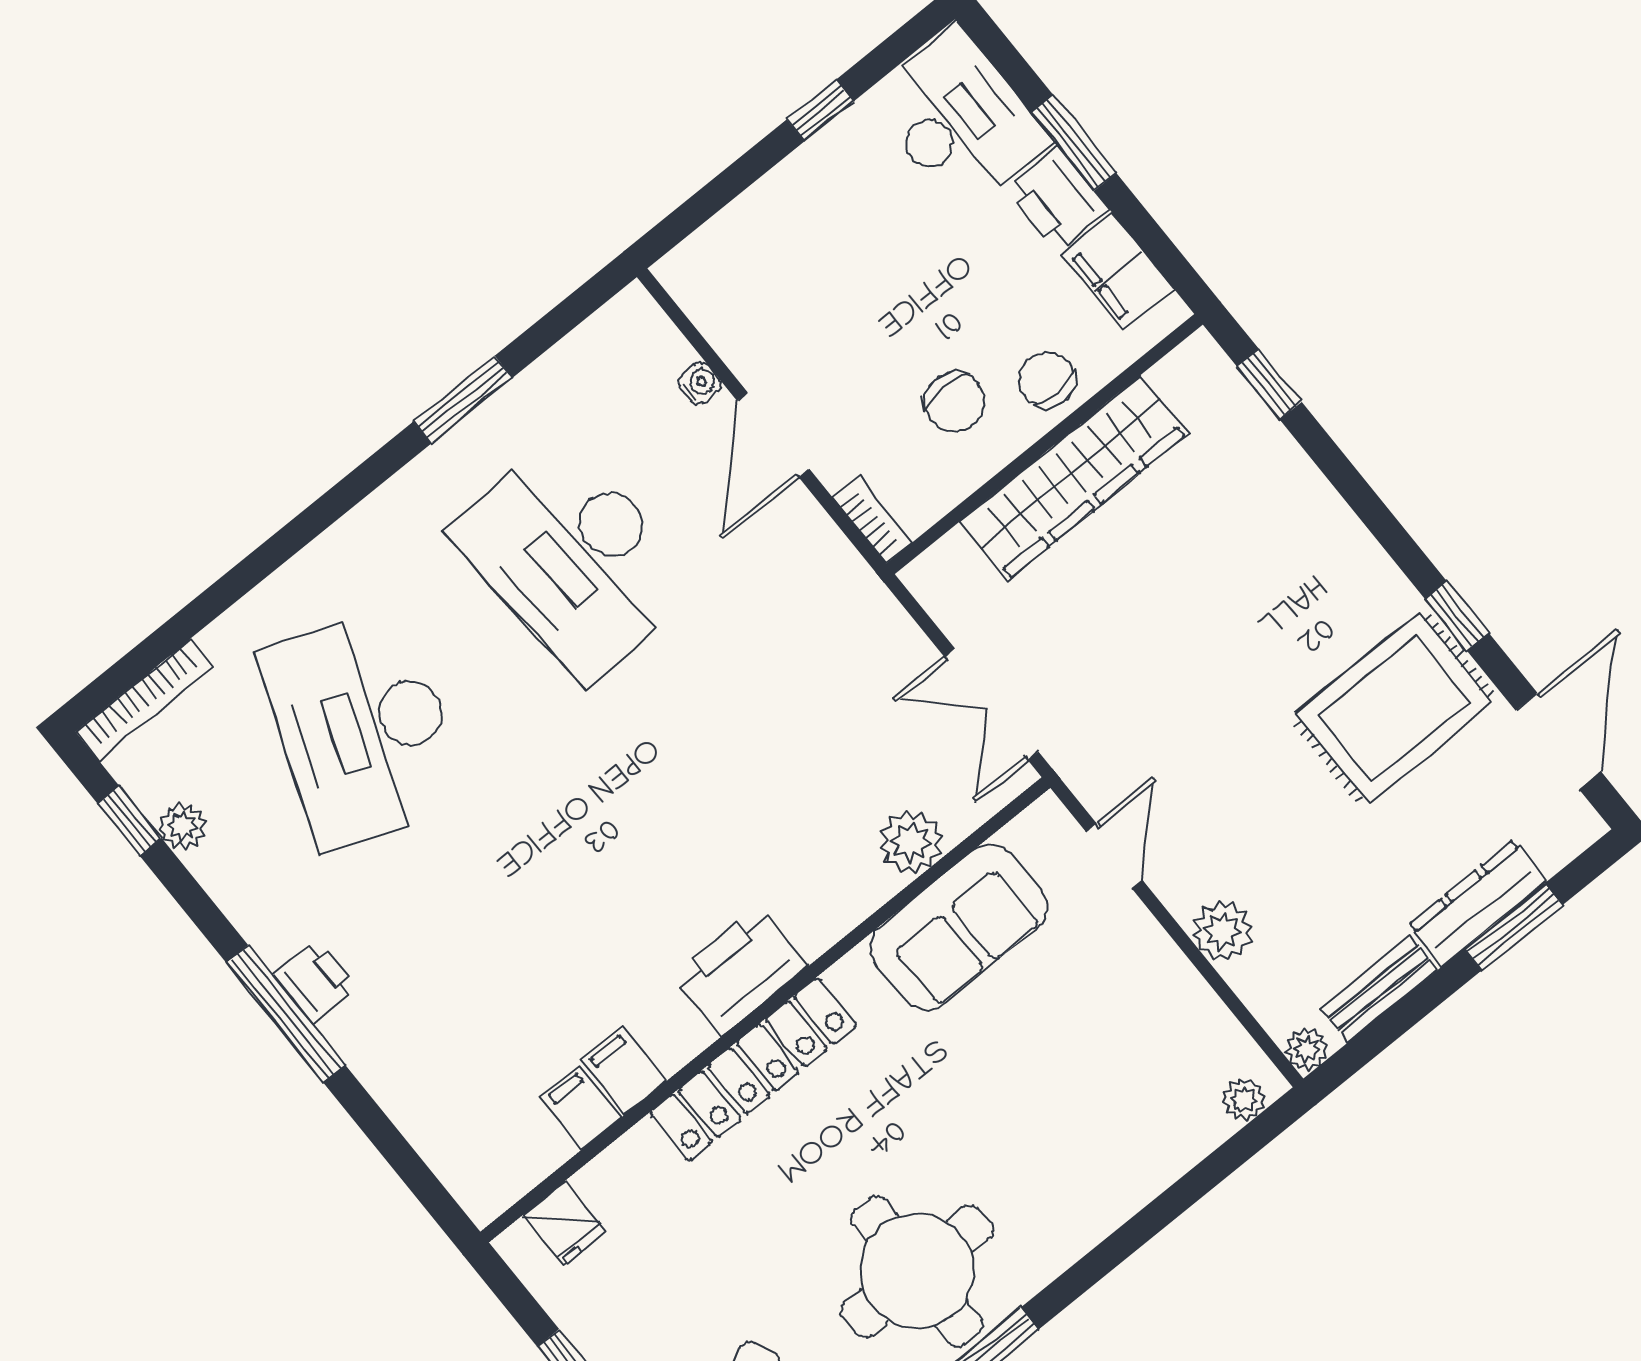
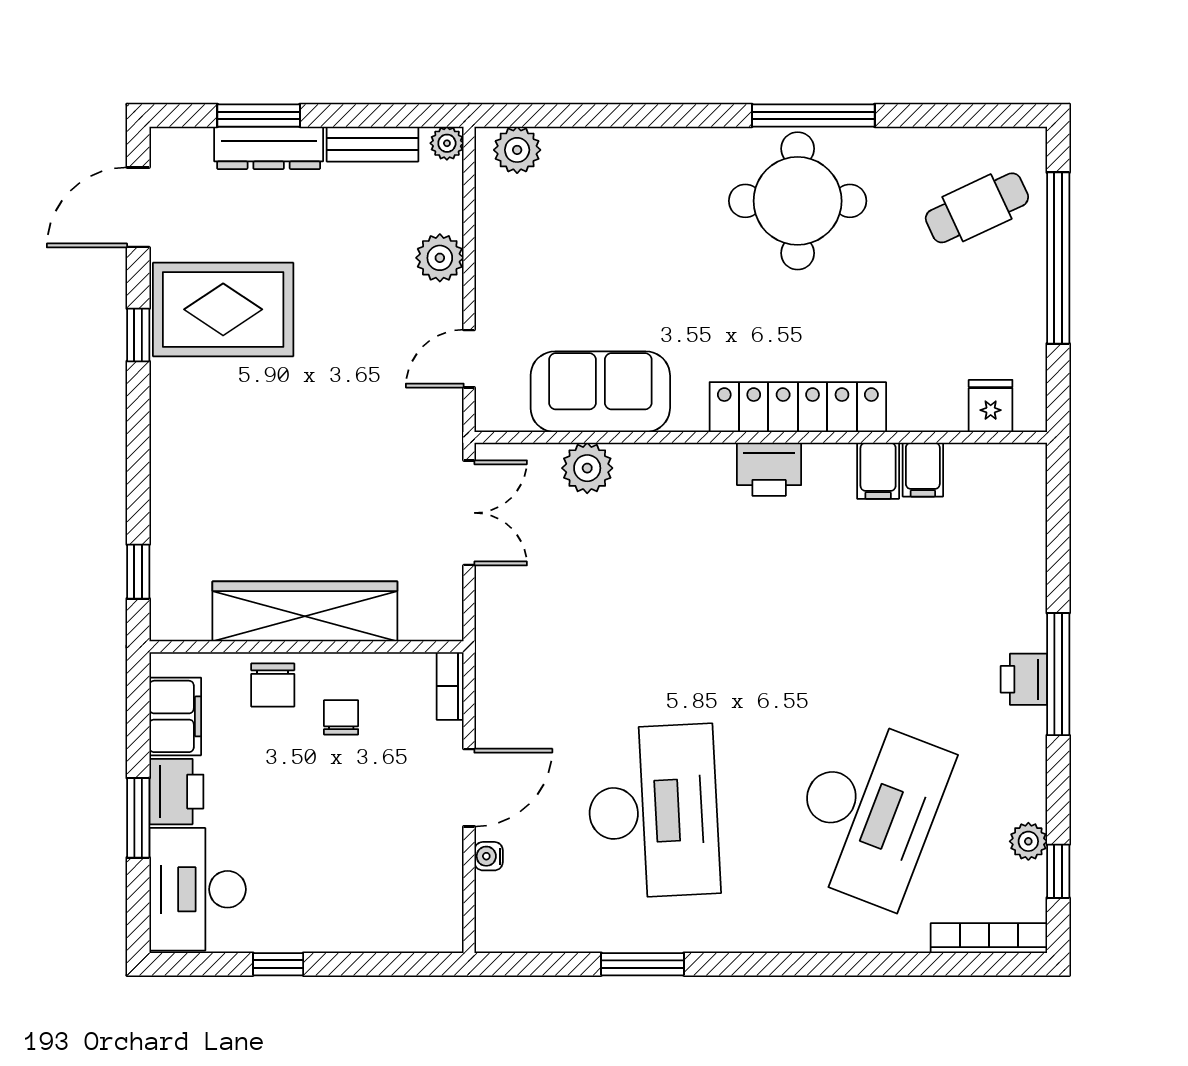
chair: (954, 402) -> (341, 717), width x0.73, depth x0.73
printer: (740, 971) -> (769, 469), width x0.73, depth x0.84
plant: (1244, 1099) -> (517, 150), width x1.38, depth x1.38

